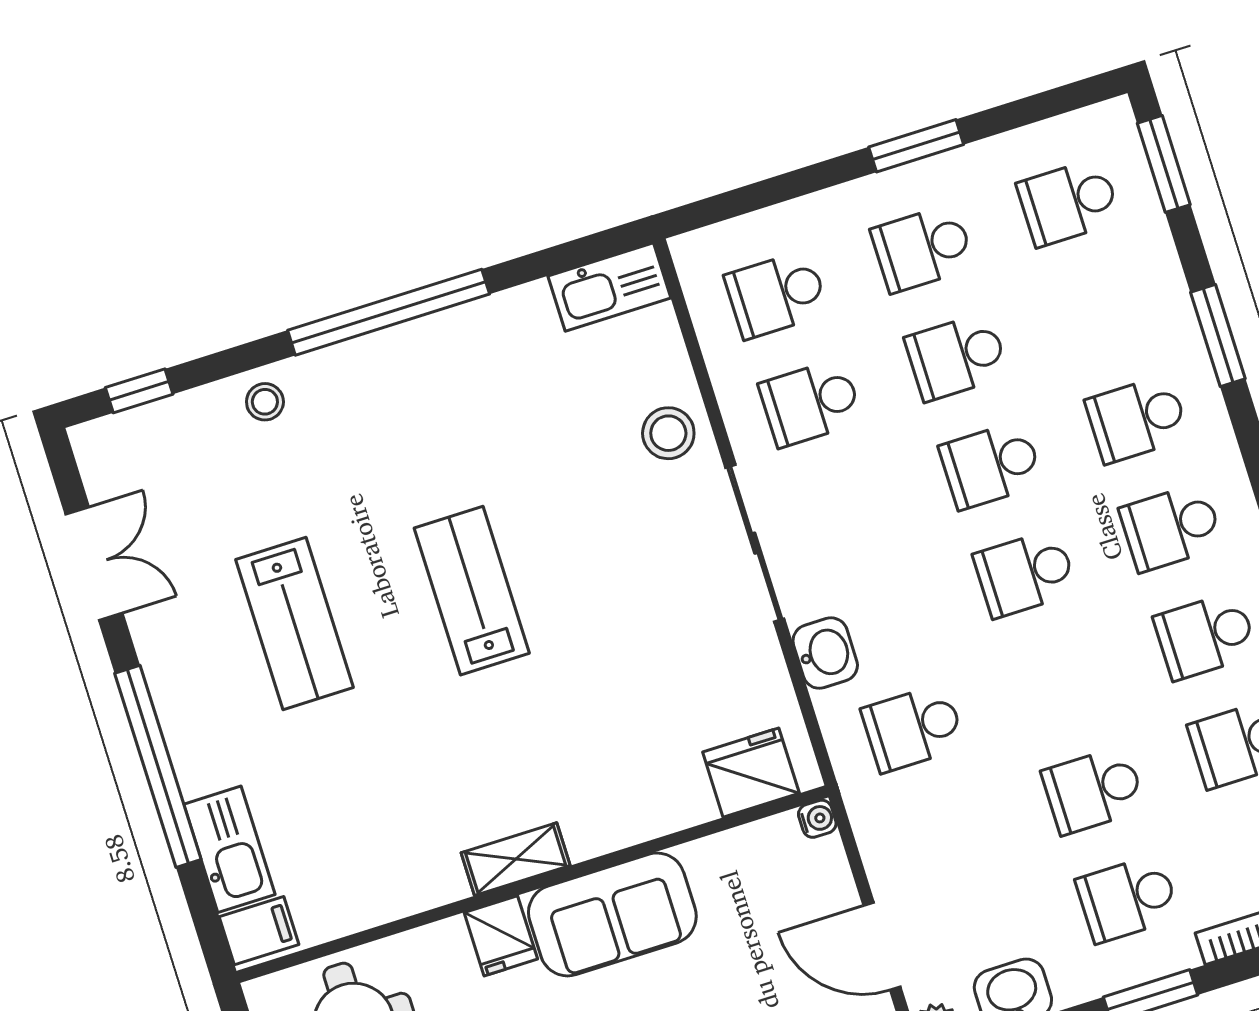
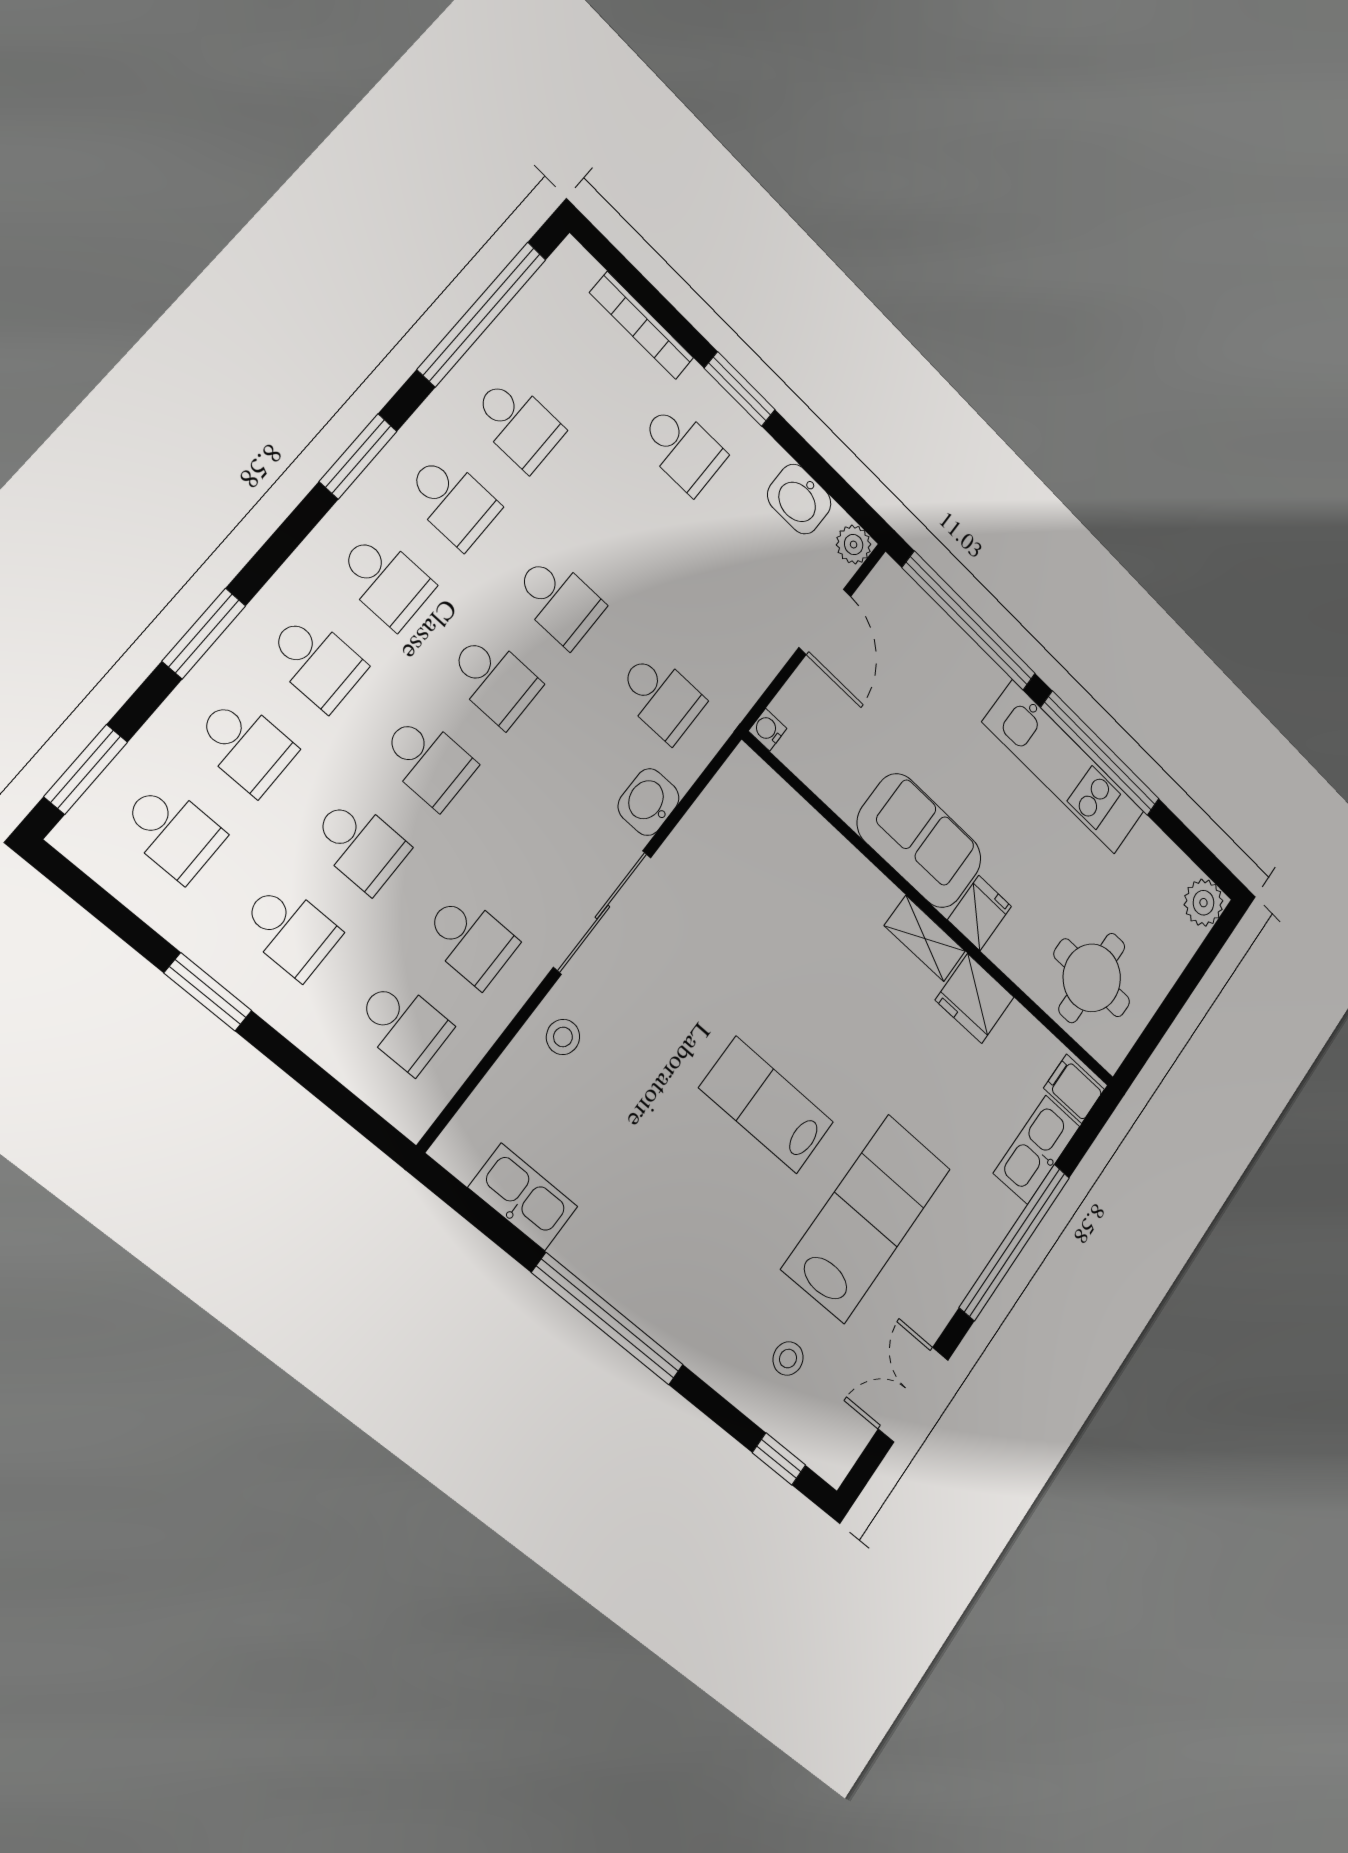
kitchen sink: (609, 287) -> (523, 1197), moved
school desk: (1103, 311) -> (245, 745), added
stool: (265, 402) -> (788, 1359), moved
stool: (668, 433) -> (563, 1037), width x0.73, depth x0.73
lab bench: (472, 591) -> (766, 1105), turned 90
lab bench: (295, 623) -> (866, 1219), width x1.36, depth x1.39
fridge: (751, 773) -> (975, 999), moved
school desk: (1093, 790) -> (559, 601), moved

